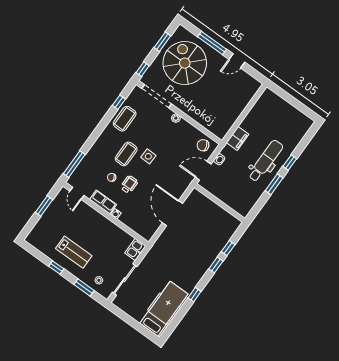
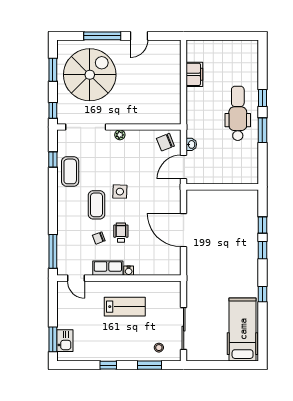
spiral stairs: (185, 63) -> (90, 75), turned 90
filing cabinet: (238, 138) -> (194, 74), moved
window: (44, 206) -> (53, 339), moved
kitchen sink: (135, 249) -> (65, 341), moved, turned 180
lab bench: (74, 252) -> (125, 307), moved

